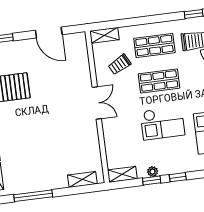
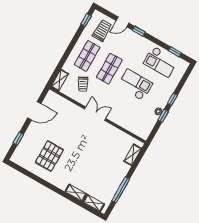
checkout: (162, 123) -> (135, 85), turned -90
shelving: (122, 174) -> (147, 130), removed

